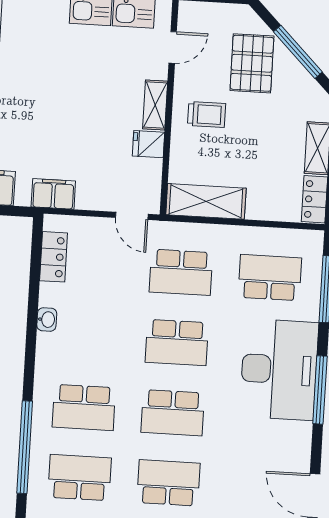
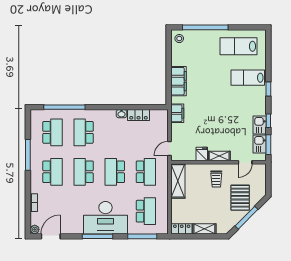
door: (173, 47) -> (245, 162), hinge flipped
pallet: (252, 63) -> (240, 198), turned 90
locker: (54, 257) -> (139, 115), moved
school desk: (181, 272) -> (146, 172), turned 180

